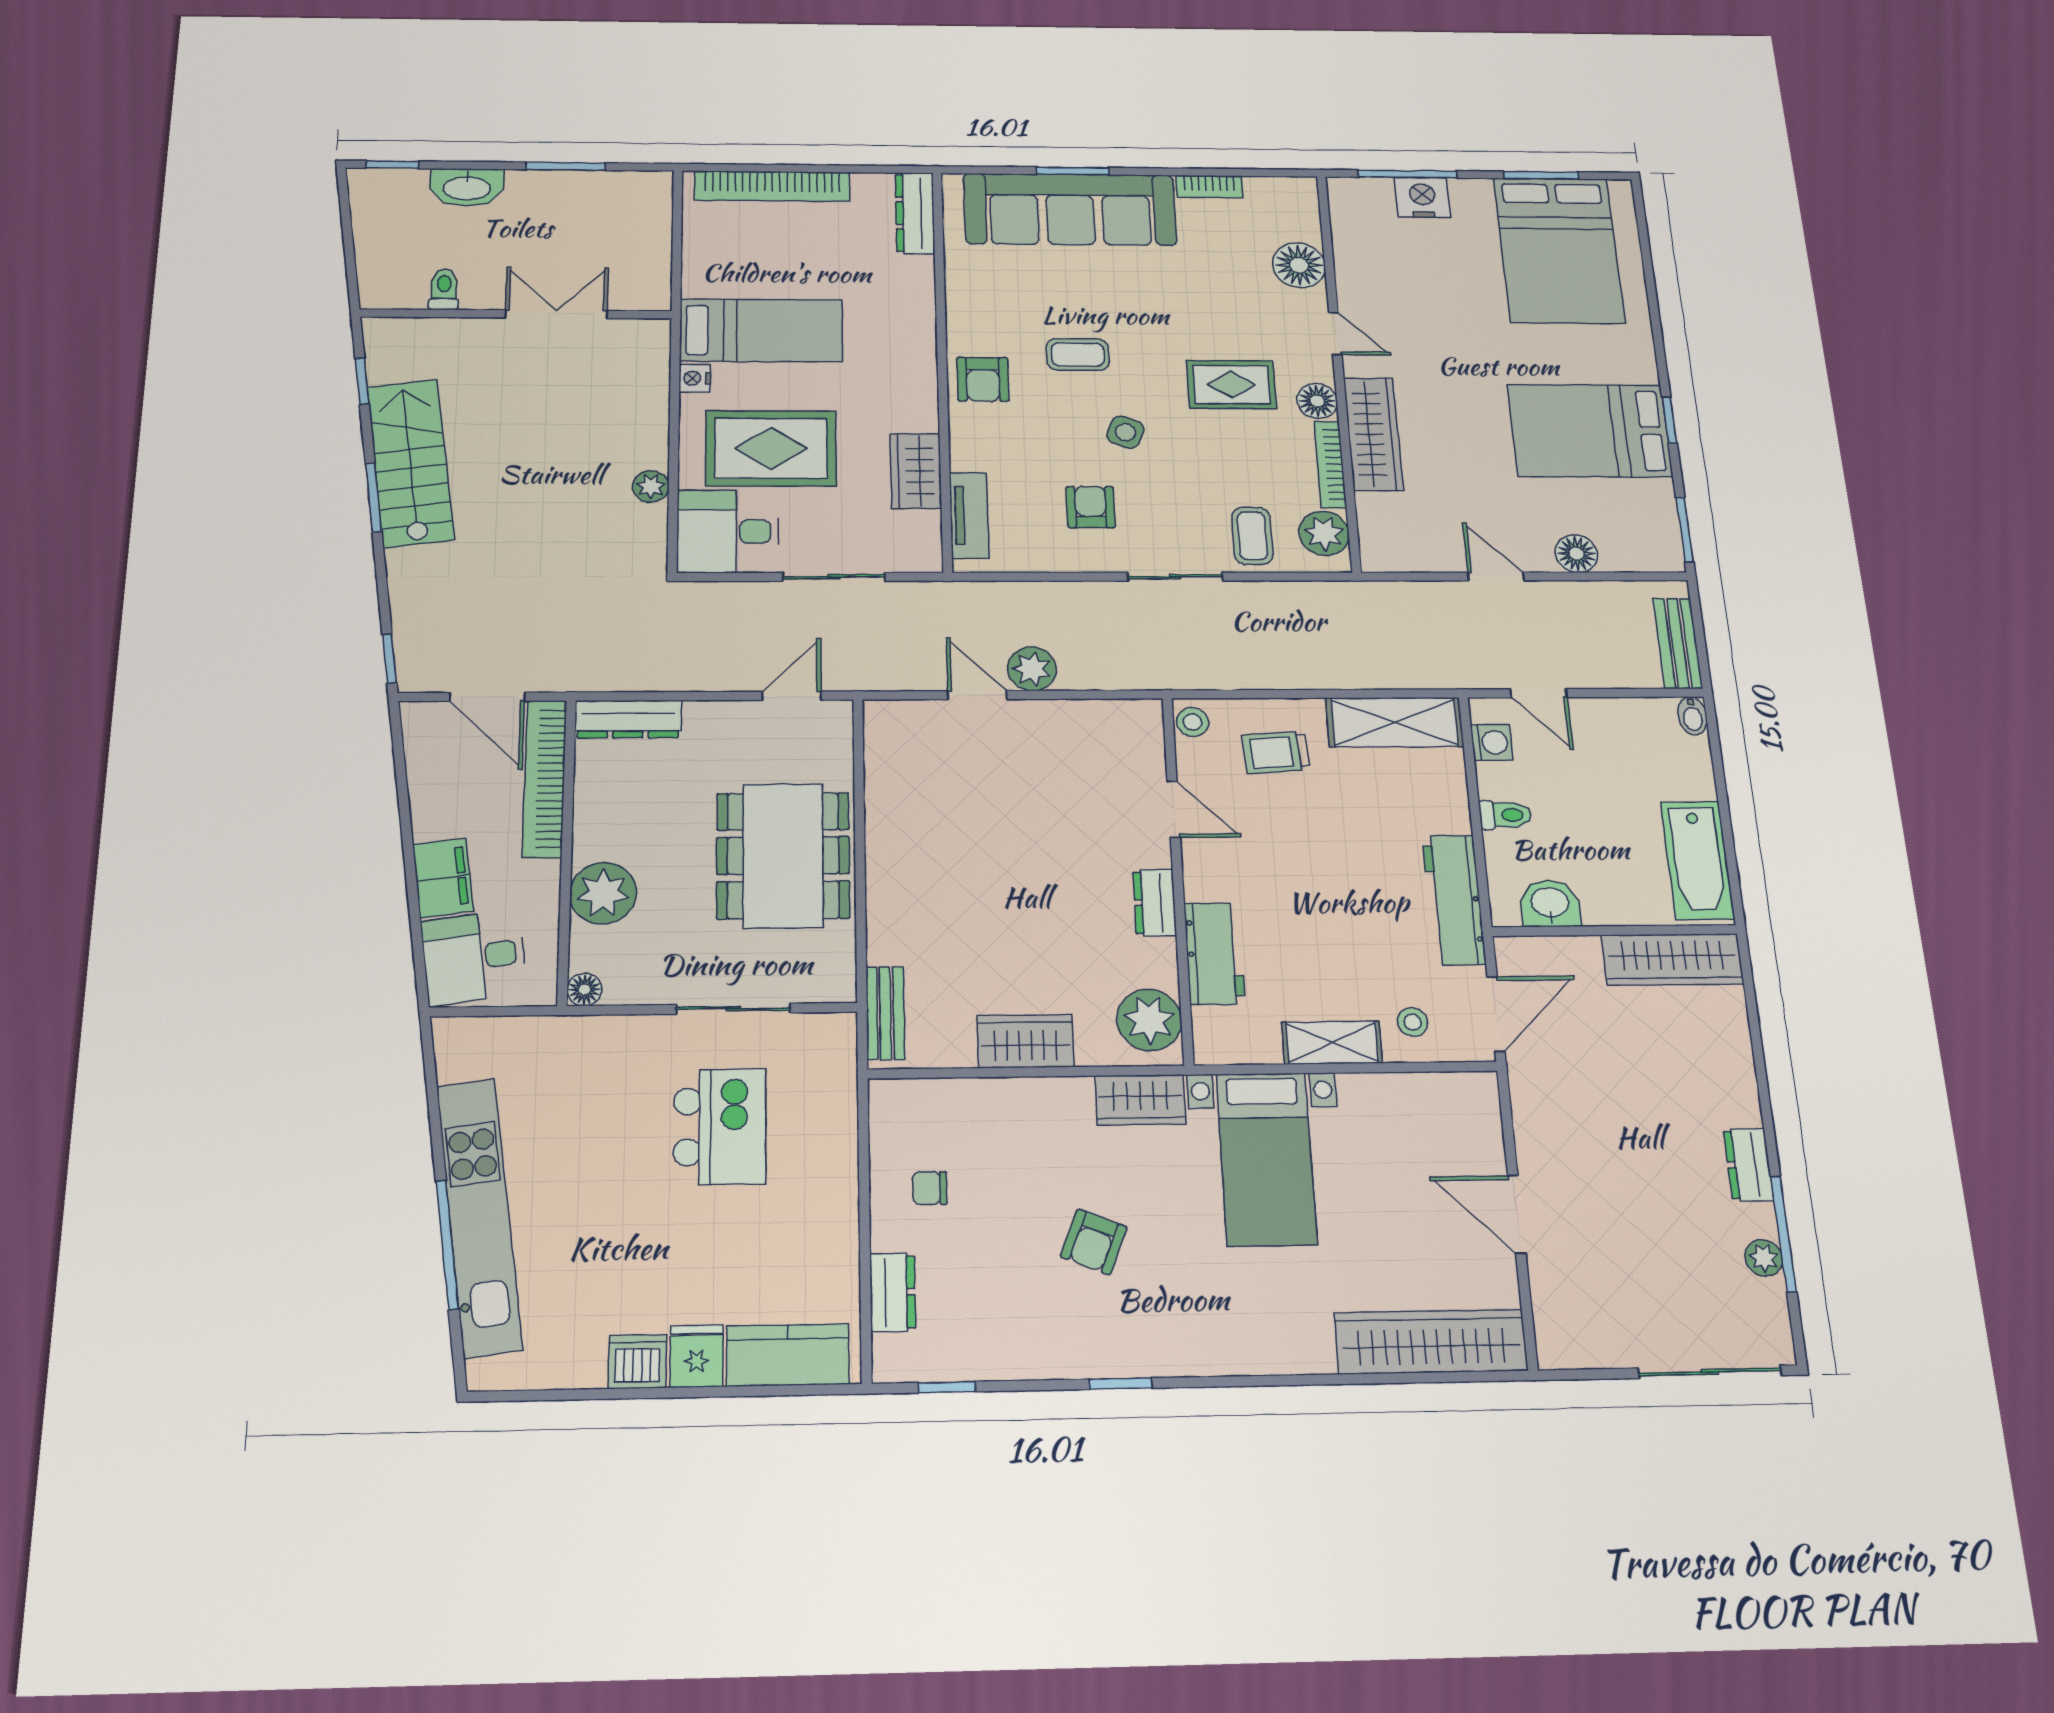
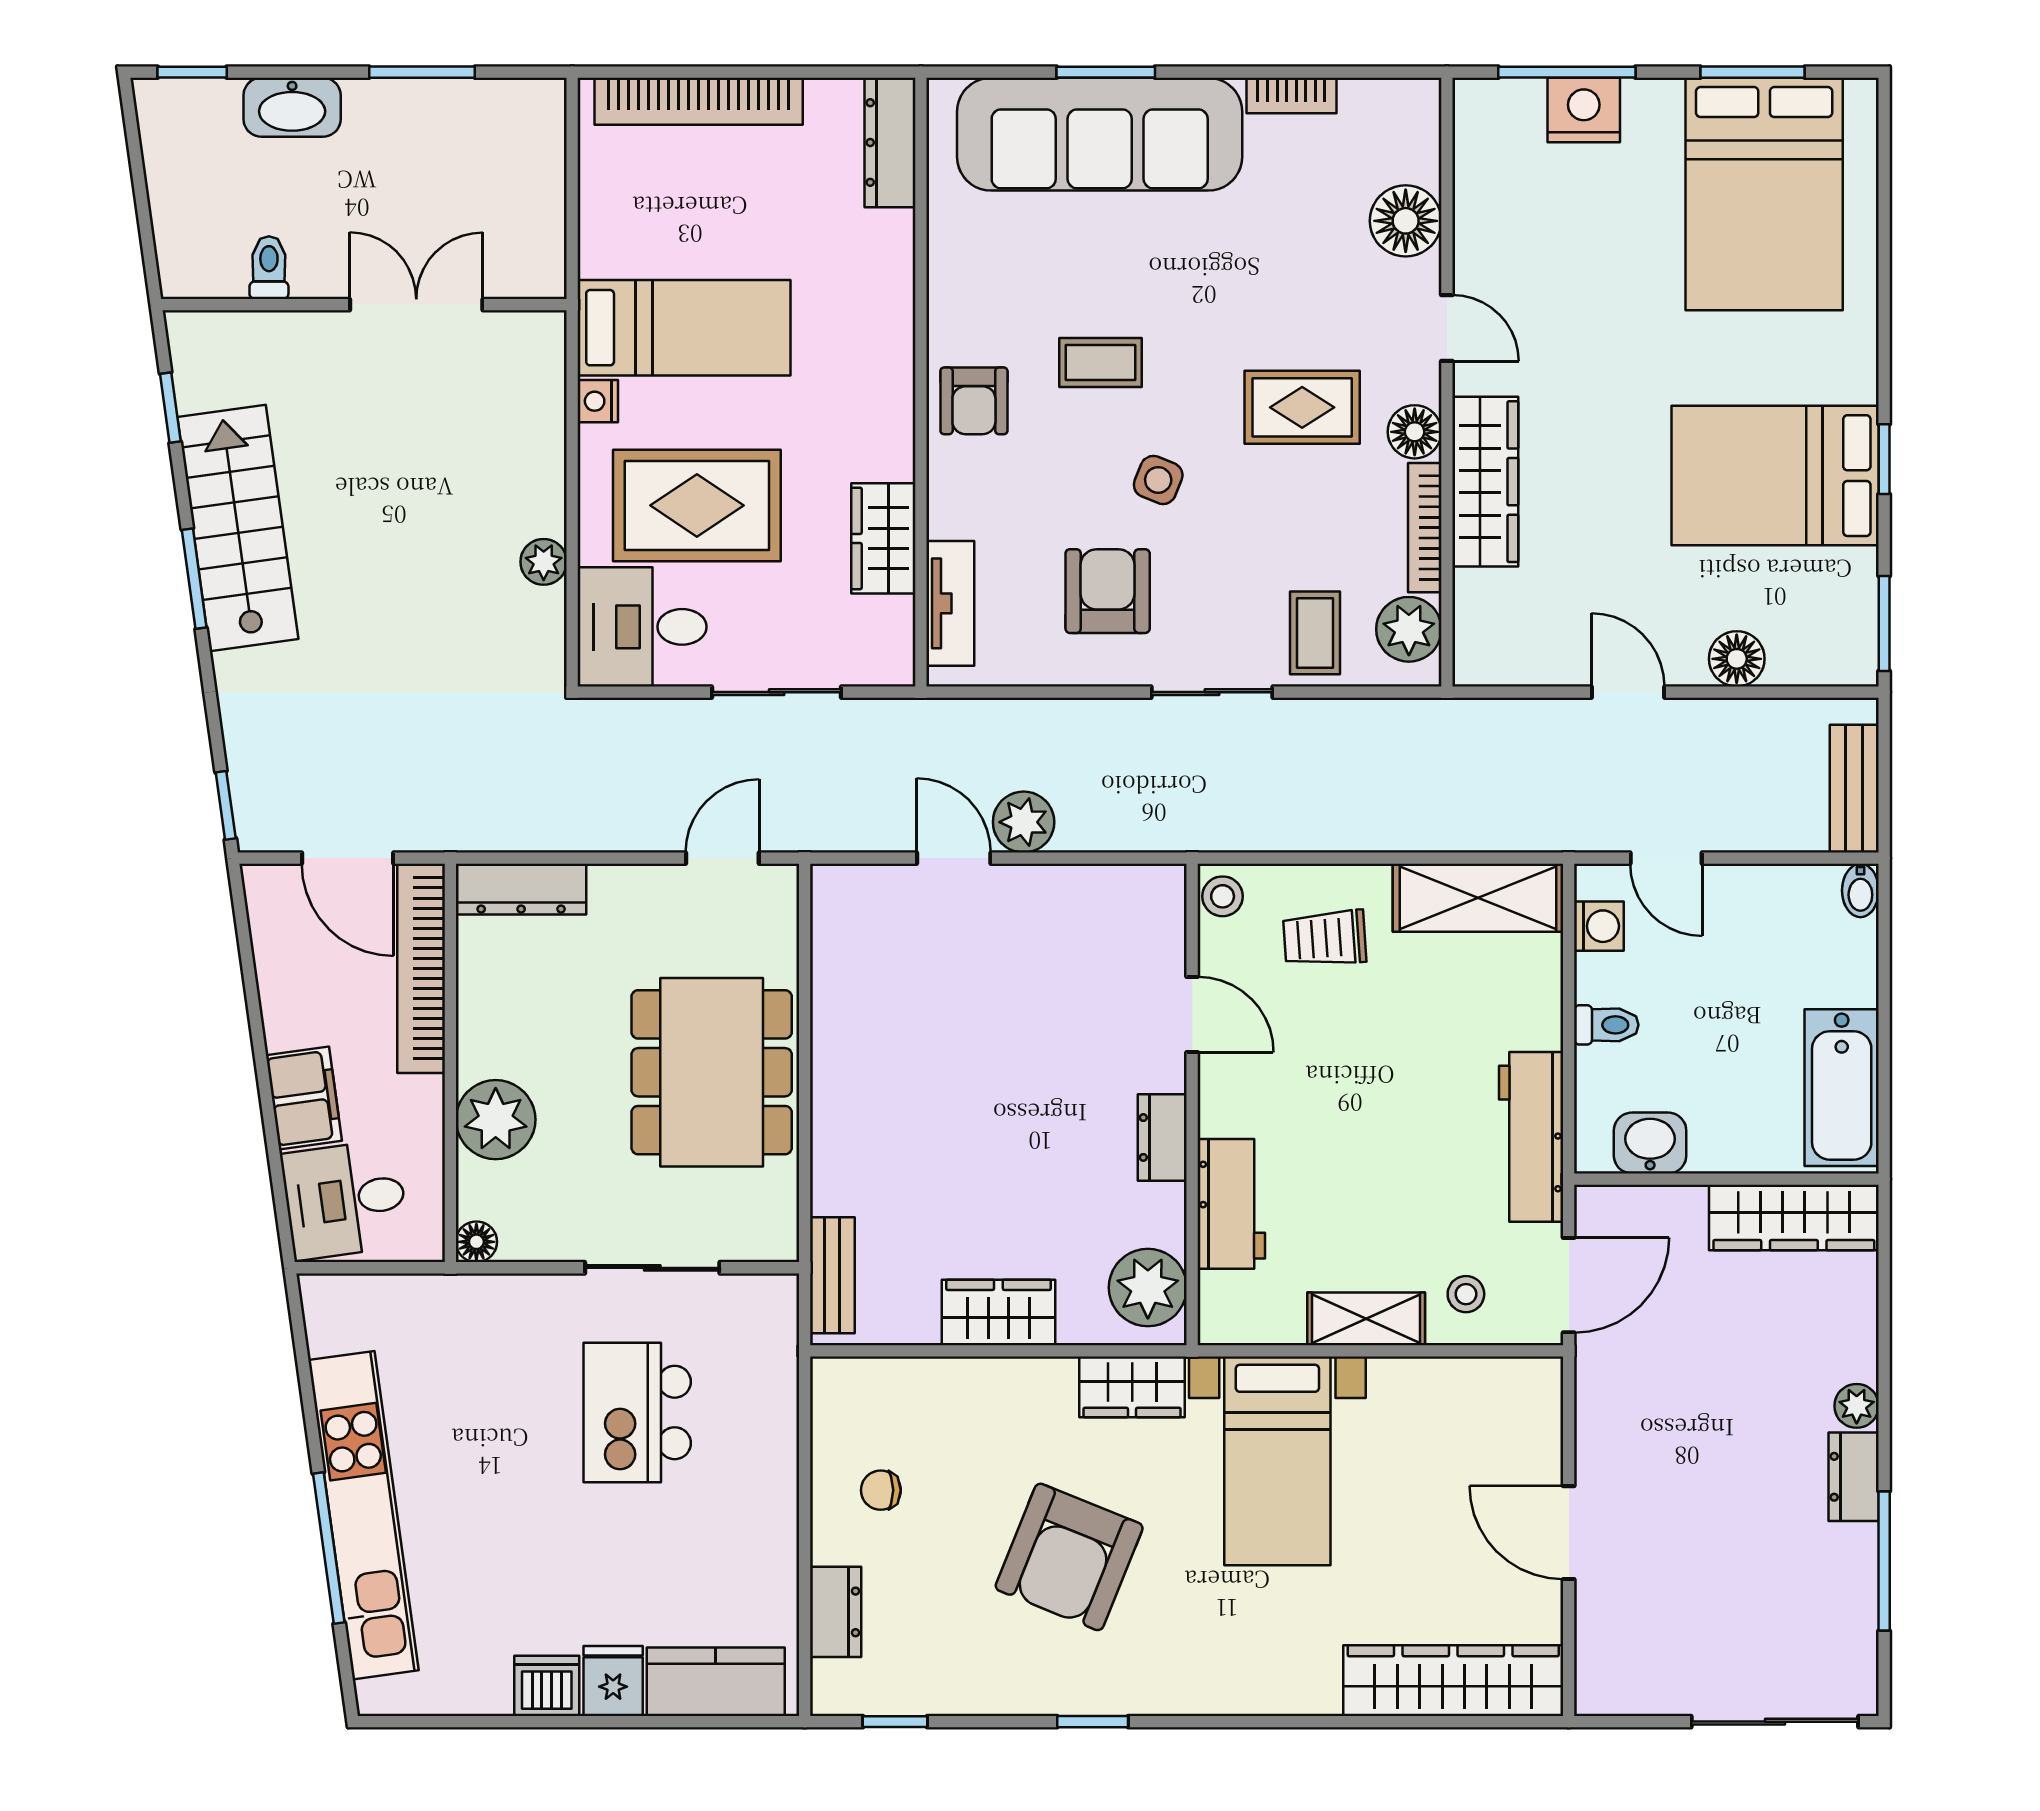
armchair: (1091, 507) -> (1108, 591), width x1.38, depth x1.38
kitchen island: (720, 1127) -> (637, 1412), turned 180
armchair: (1094, 1242) -> (1069, 1557), width x1.88, depth x1.88
plant: (1764, 1258) -> (1857, 1406), moved

